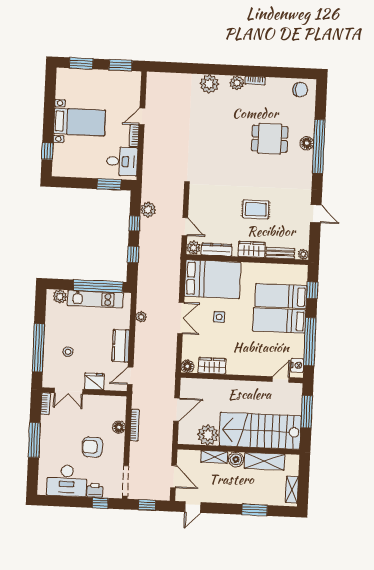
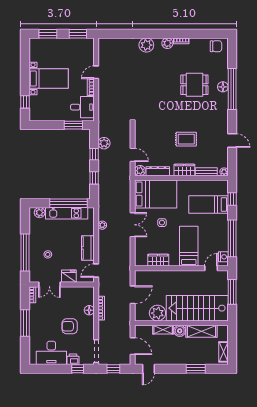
bed: (279, 320) -> (189, 246), moved, turned 90
floor lamp: (187, 366) -> (139, 261), removed

